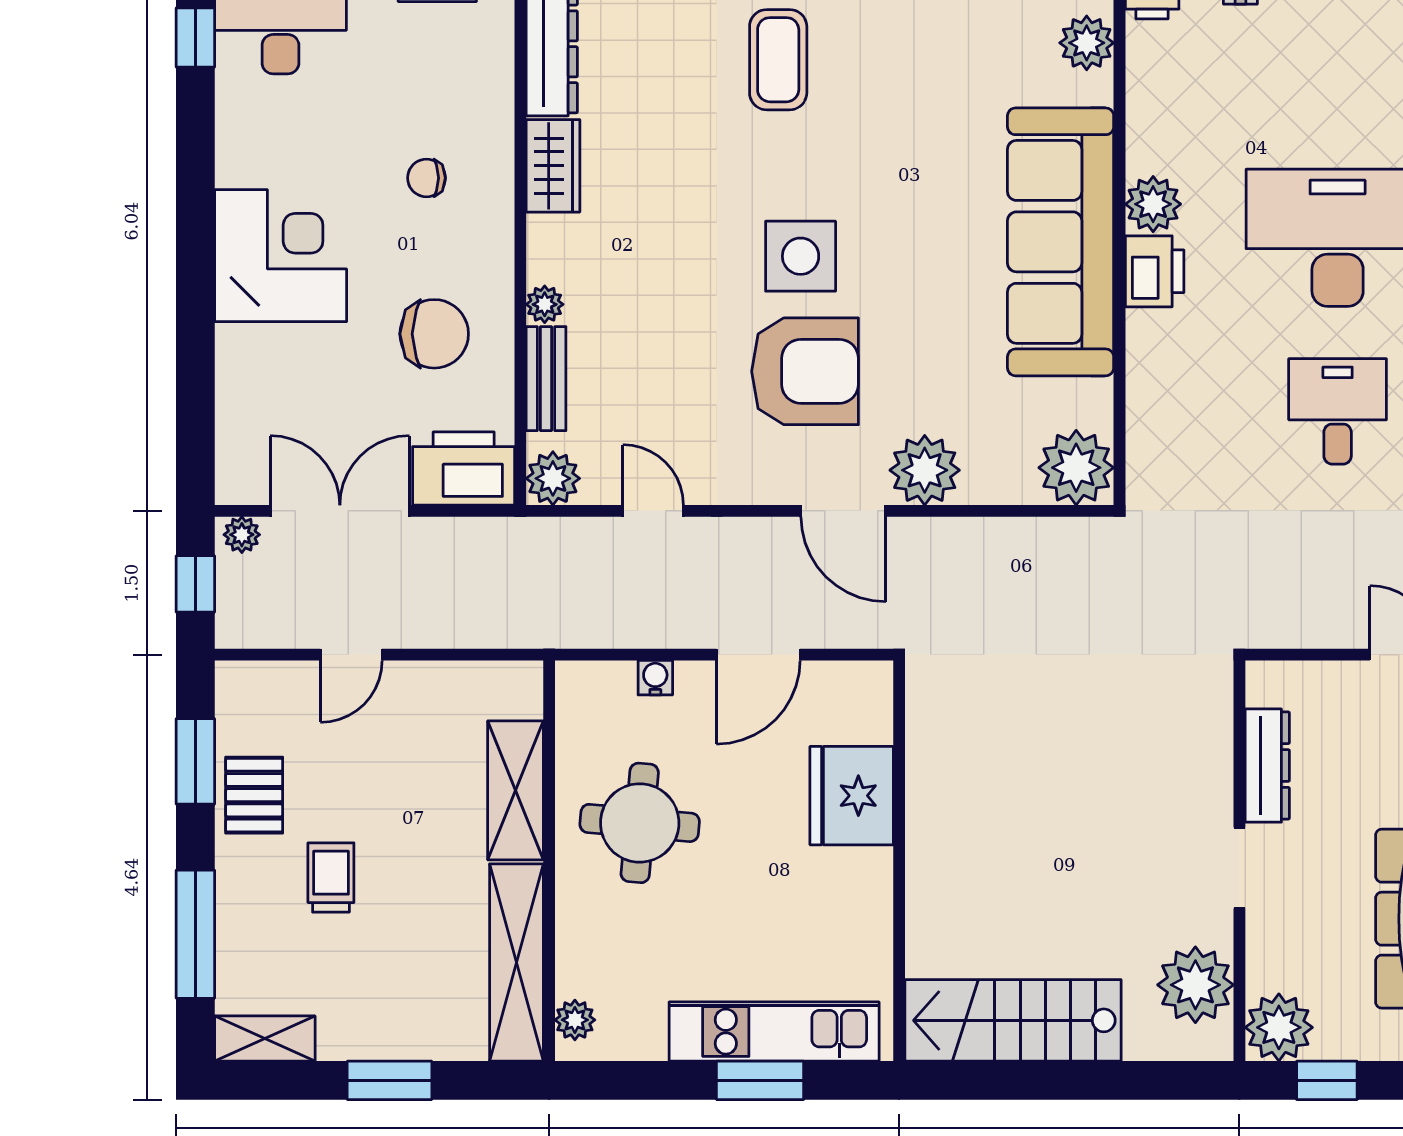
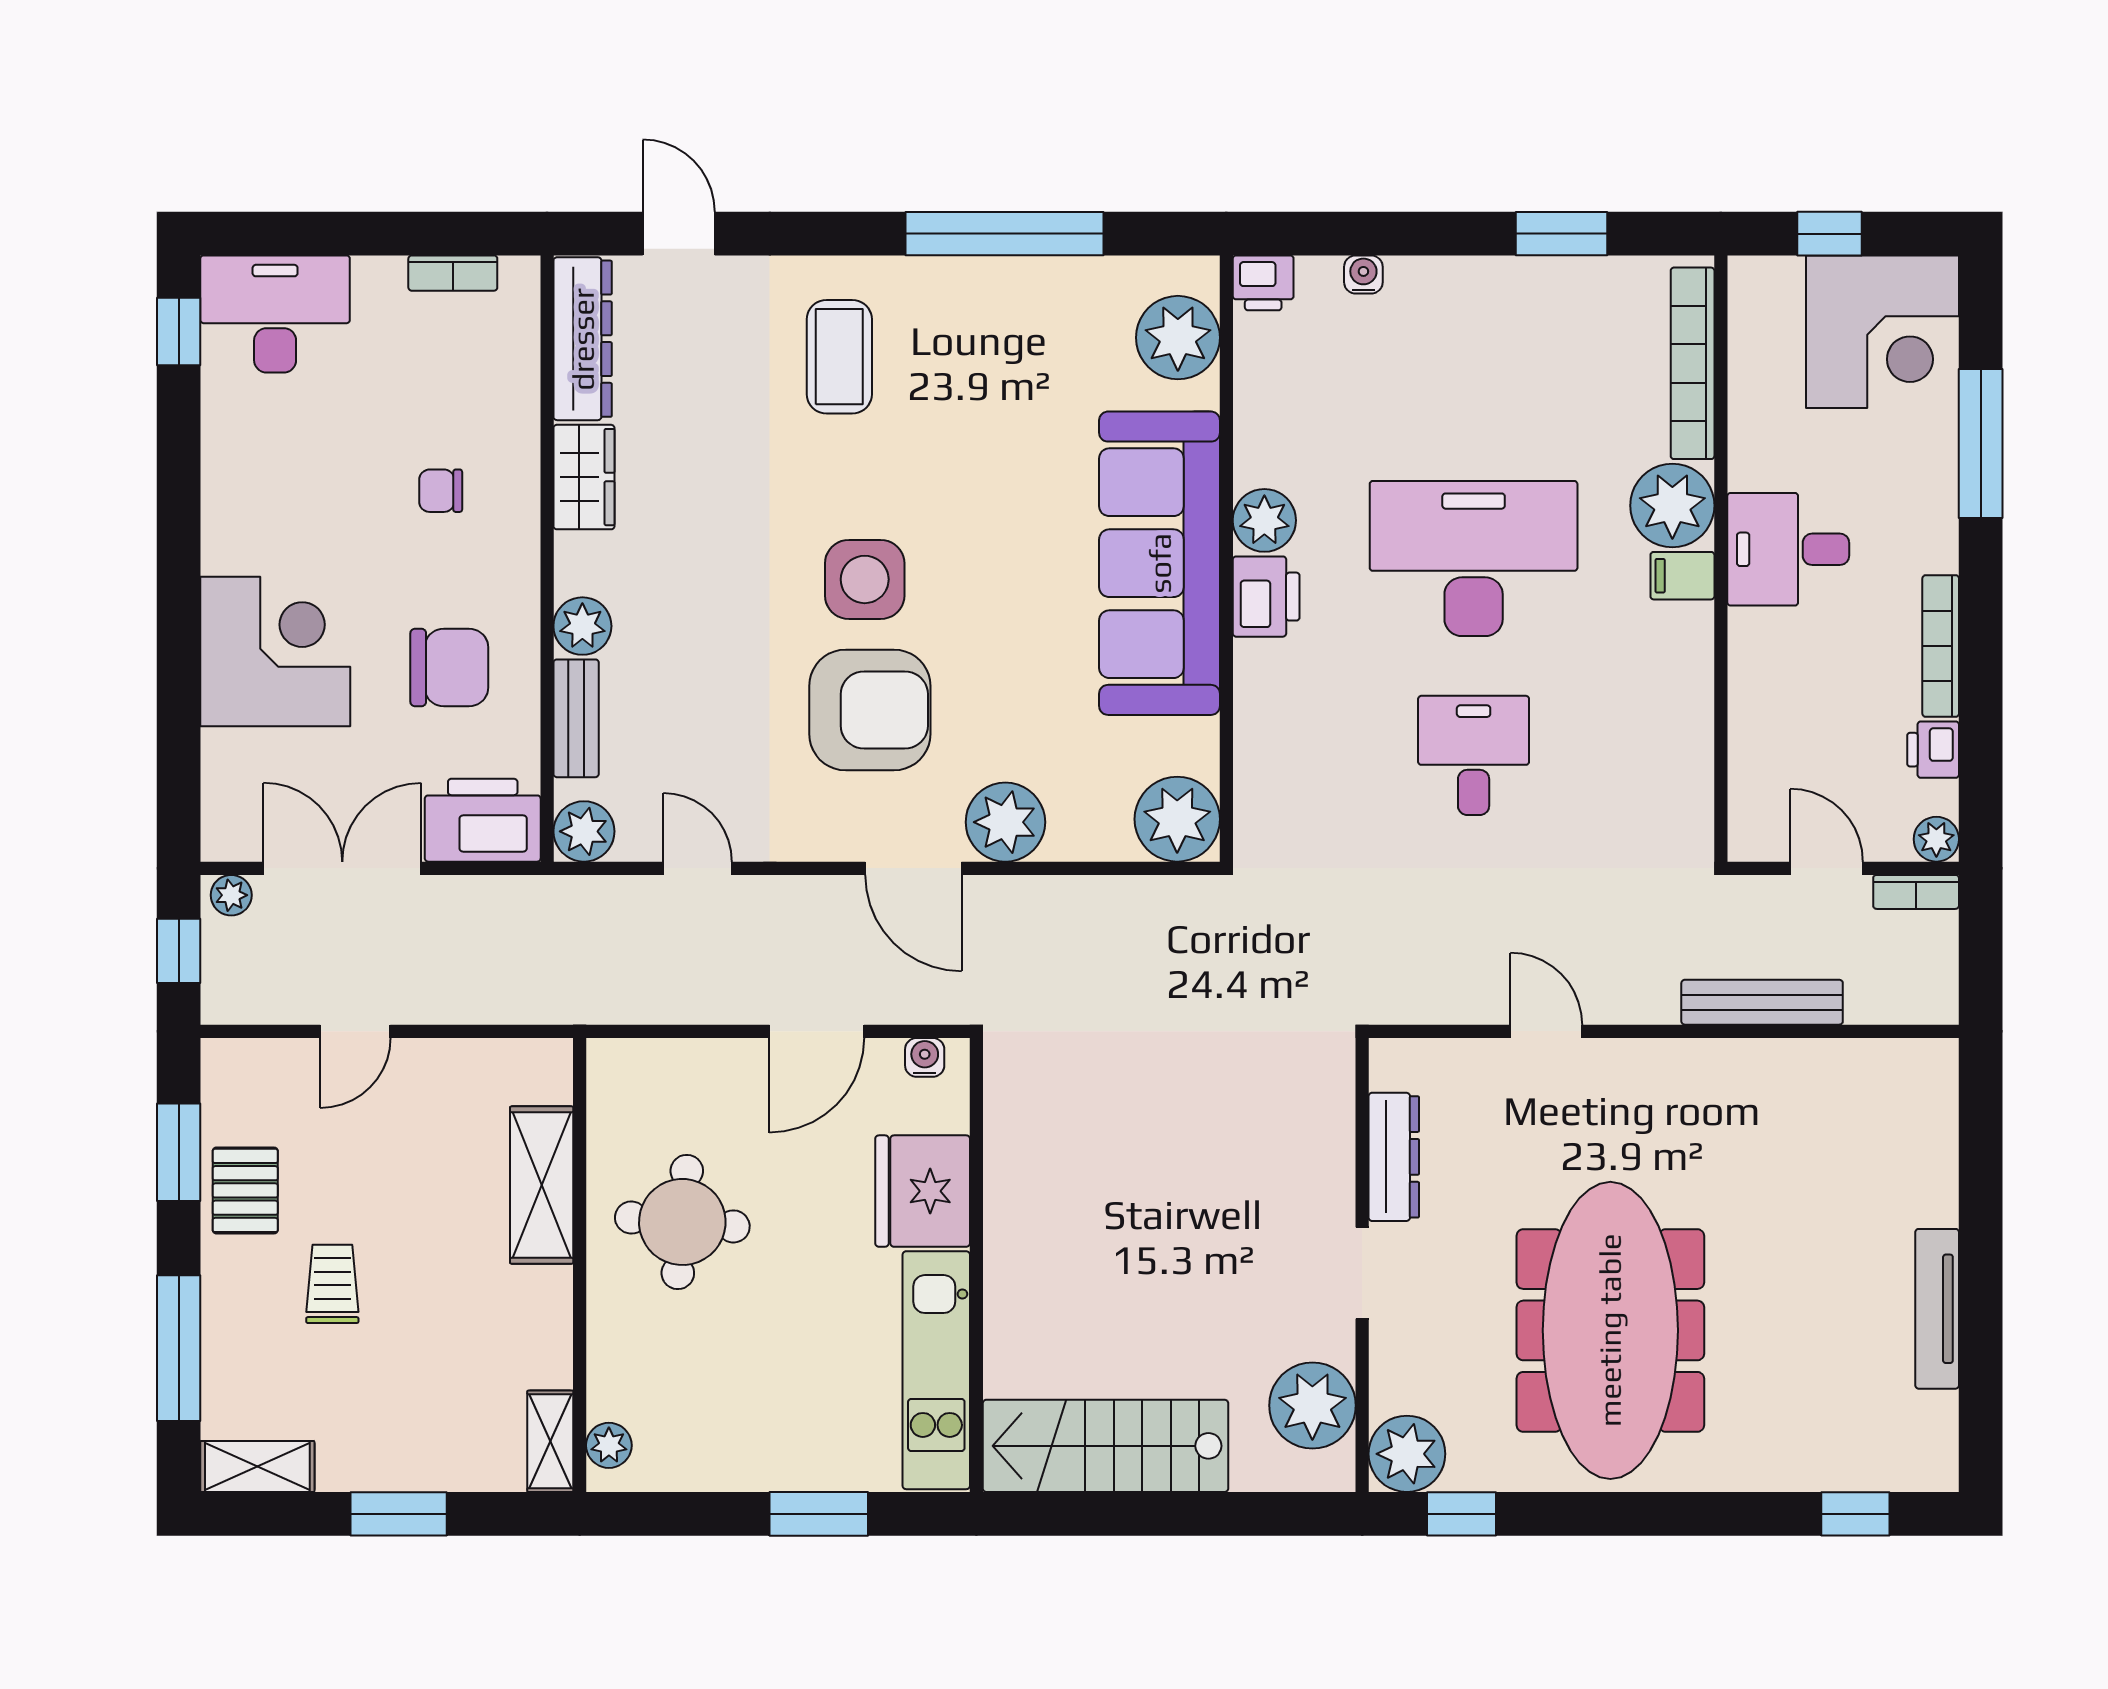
plant: (1087, 43) -> (1178, 338), width x1.36, depth x1.36
corner desk: (281, 256) -> (275, 652), moved
plant: (545, 304) -> (582, 626), width x1.38, depth x1.38
water cooler: (655, 678) -> (925, 1057), moved
shelving: (516, 962) -> (550, 1441), width x0.45, depth x0.75
kitchen unit: (774, 1032) -> (936, 1370), moved, turned -90

